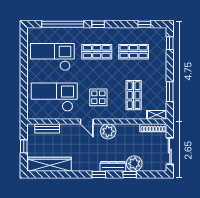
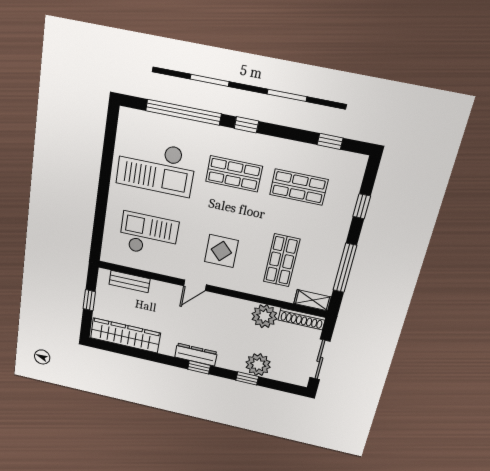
window: (170, 43) -> (362, 206), moved
checkout: (52, 57) -> (156, 167), turned 180
window: (170, 92) -> (345, 268), width x1.44
checkout: (54, 97) -> (149, 235), width x0.73, depth x0.83
door: (87, 122) -> (195, 285), hinge flipped
plant: (108, 131) -> (264, 316), moved
dresser: (113, 166) -> (196, 355), moved

